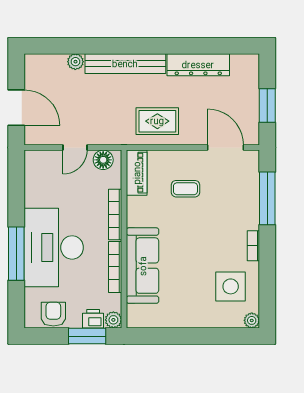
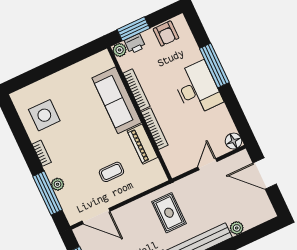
rug: (157, 121) -> (169, 213), moved, turned 90
floor lamp: (103, 160) -> (234, 141), moved
piano: (137, 173) -> (143, 144), moved
desk: (54, 247) -> (197, 88), width x0.73, depth x0.77
plant: (252, 320) -> (58, 184), moved

